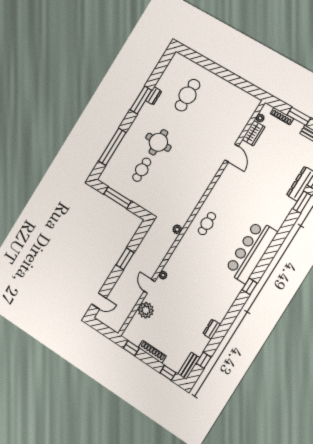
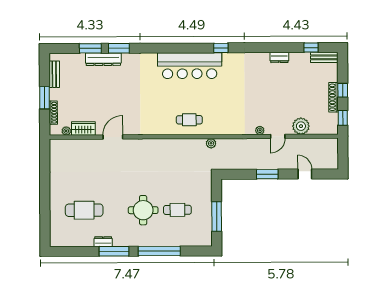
window: (112, 147) -> (159, 251), moved
door: (99, 301) -> (305, 174), moved
window: (168, 373) -> (343, 90), moved

